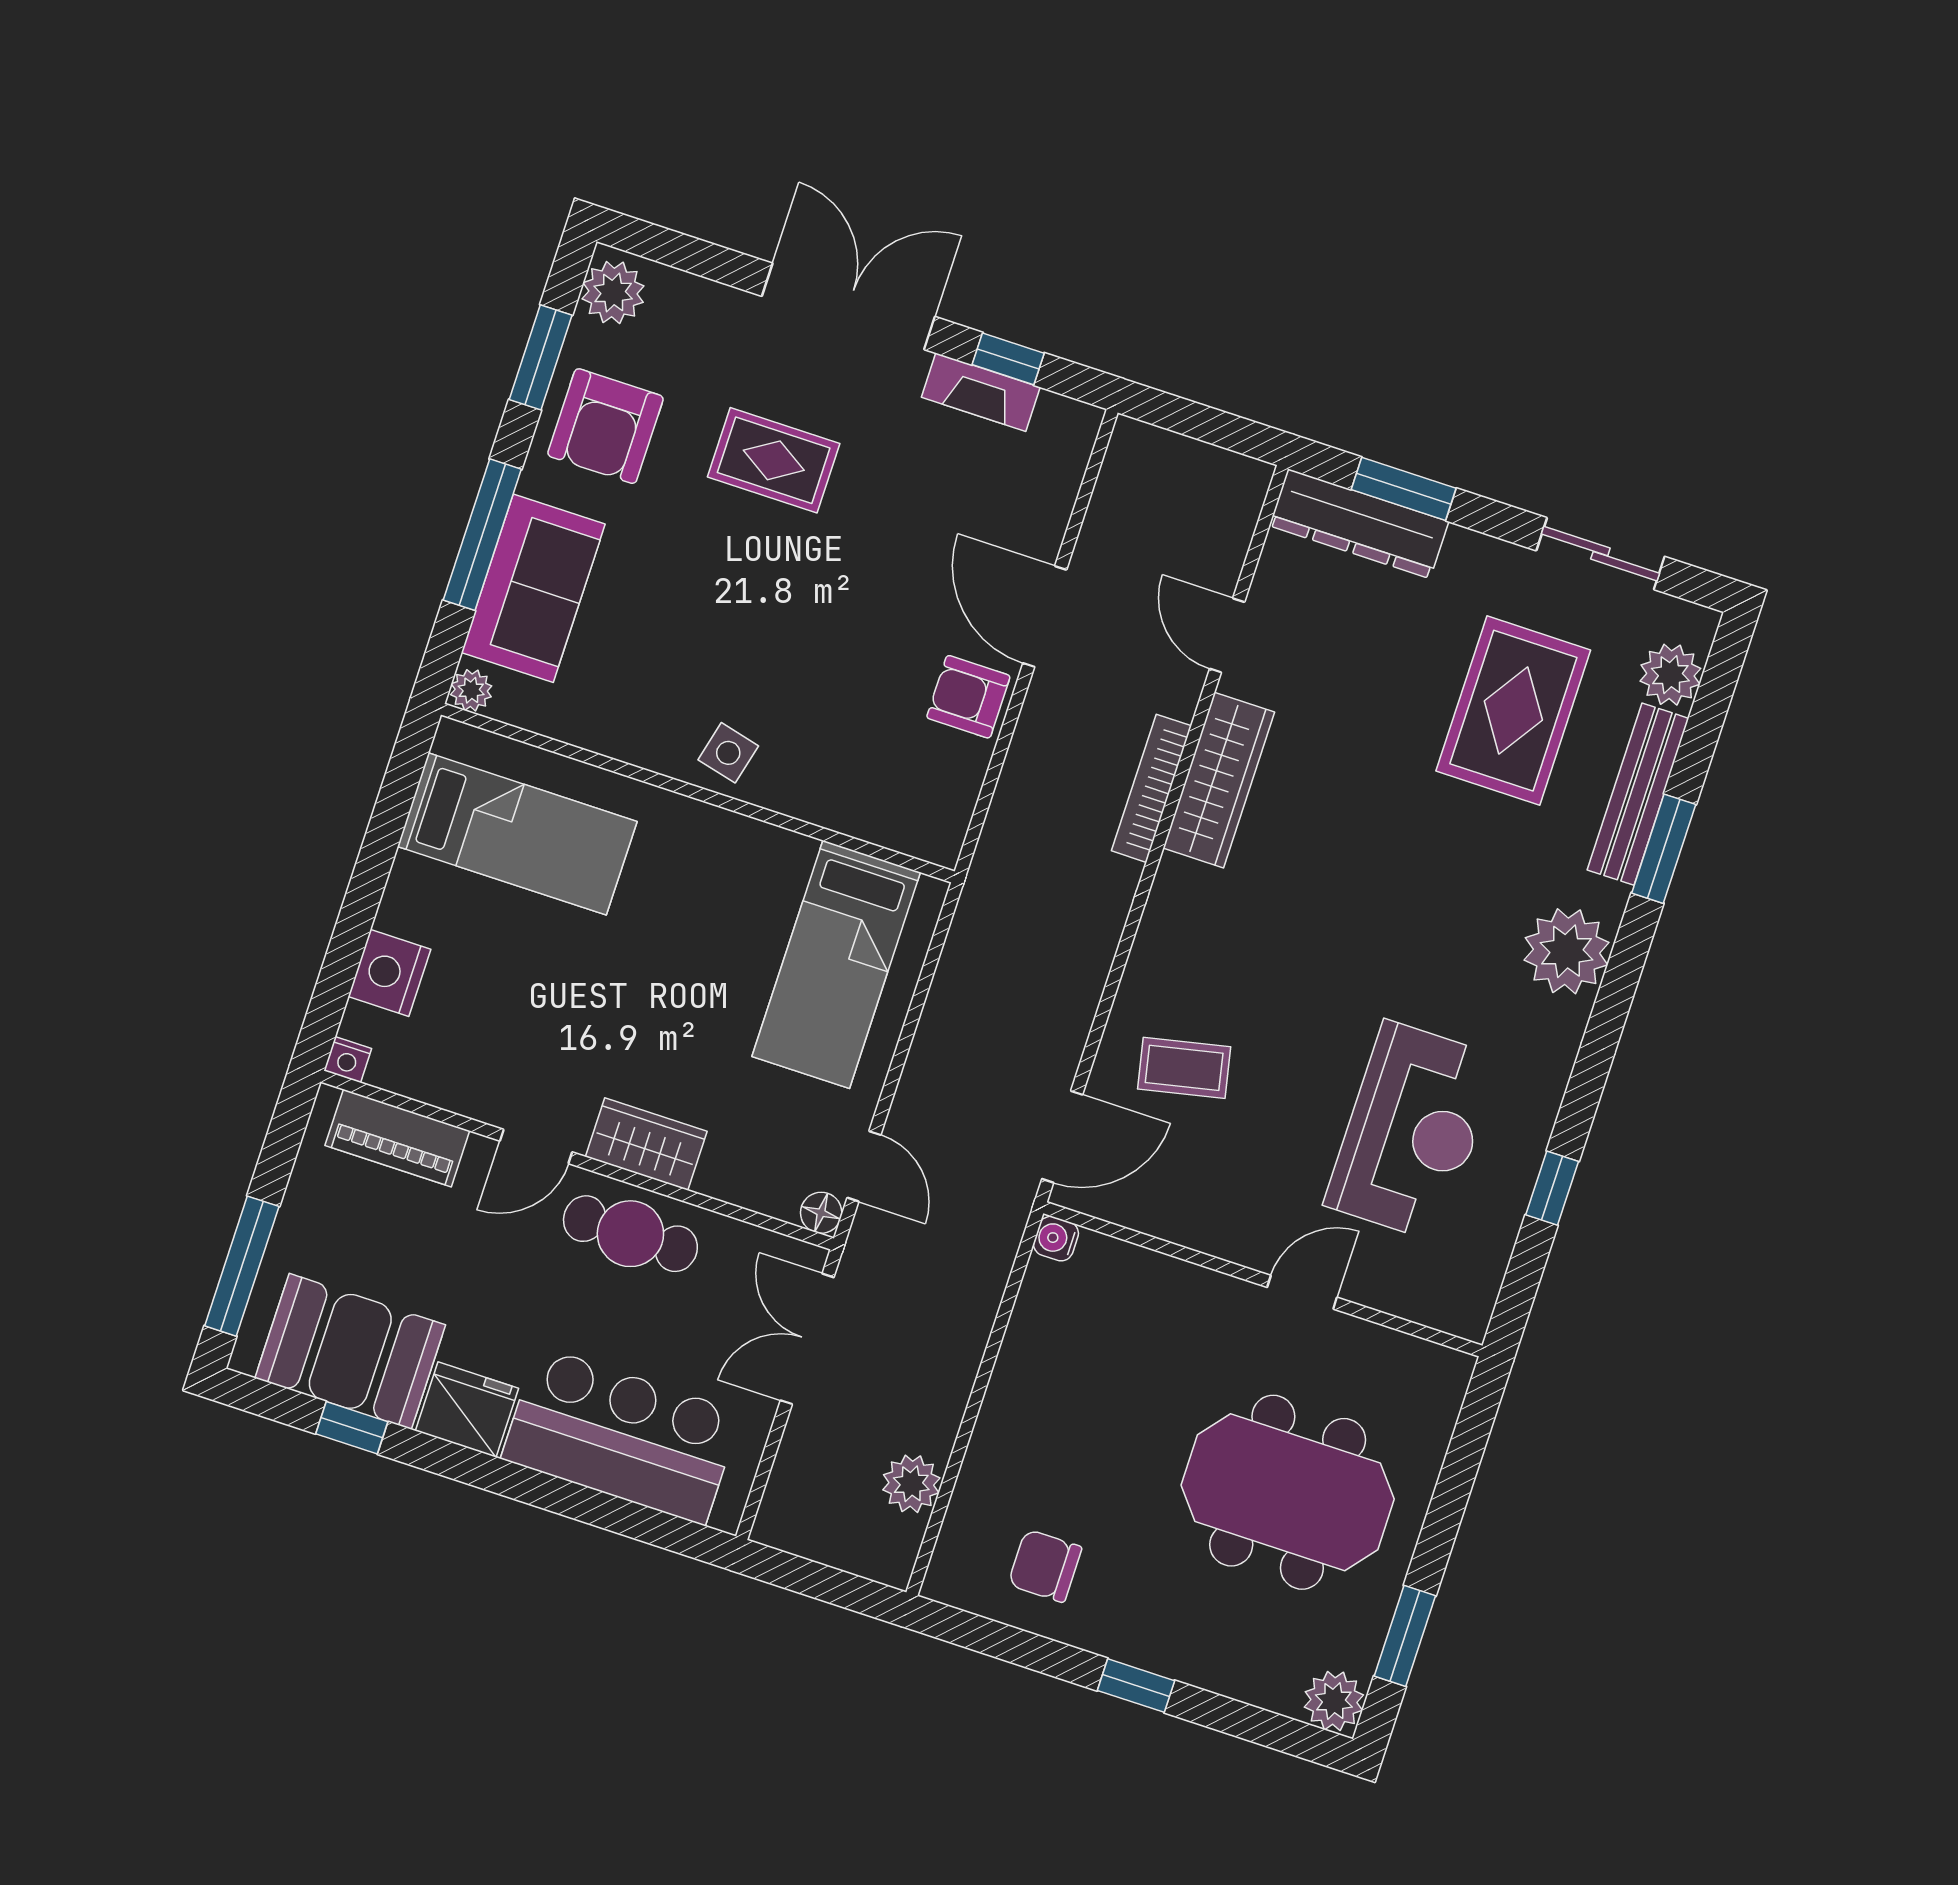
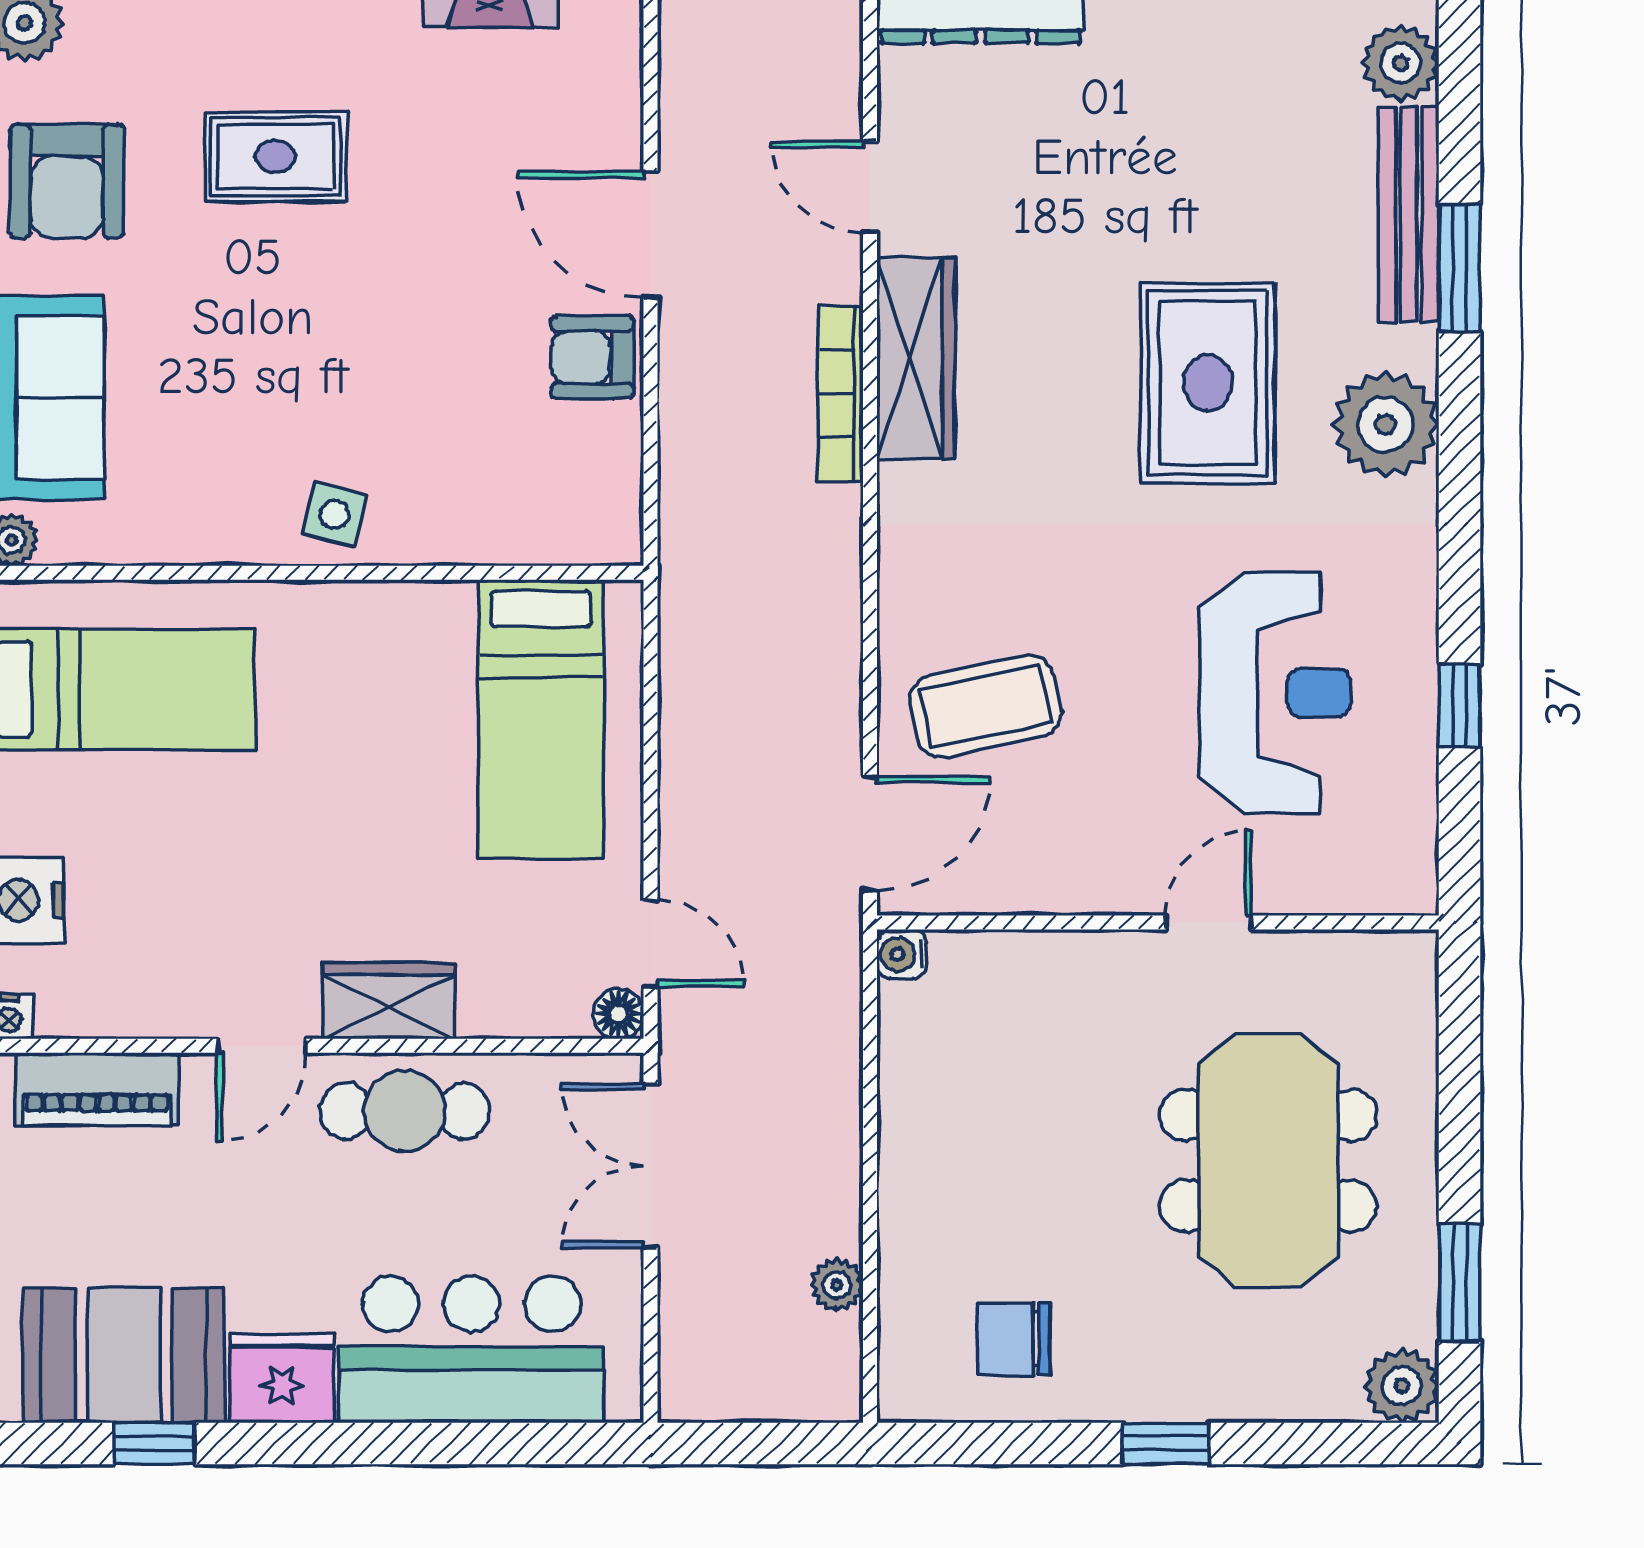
rug: (1513, 711) -> (1208, 383), moved
coffee table: (1184, 1068) -> (985, 707), width x1.36, depth x1.30
plant: (911, 1484) -> (837, 1285), width x0.73, depth x0.73
meeting table: (1288, 1492) -> (1268, 1161), turned 90

